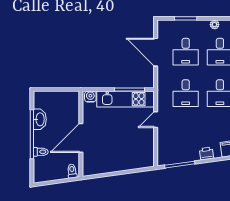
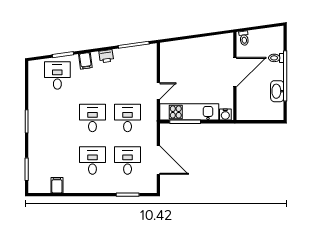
plant: (215, 25) -> (98, 188), removed

